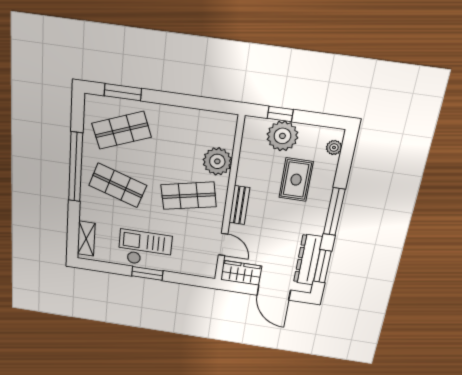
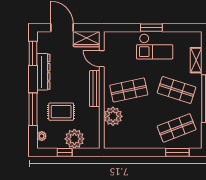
window: (280, 114) -> (65, 152), moved
rug: (296, 180) -> (61, 112), turned 90
bench: (239, 205) -> (95, 89), width x1.36
window: (334, 212) -> (33, 109), moved
shelving: (86, 239) -> (196, 60), moved
dresser: (308, 260) -> (43, 72), moved

